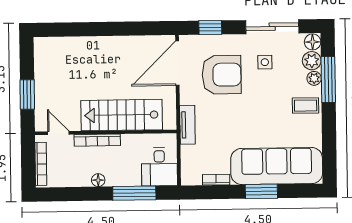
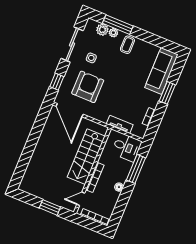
floor lamp: (313, 42) -> (91, 24), removed
tv unit: (187, 125) -> (120, 124), moved
sofa: (277, 166) -> (161, 71), width x0.74, depth x0.79

